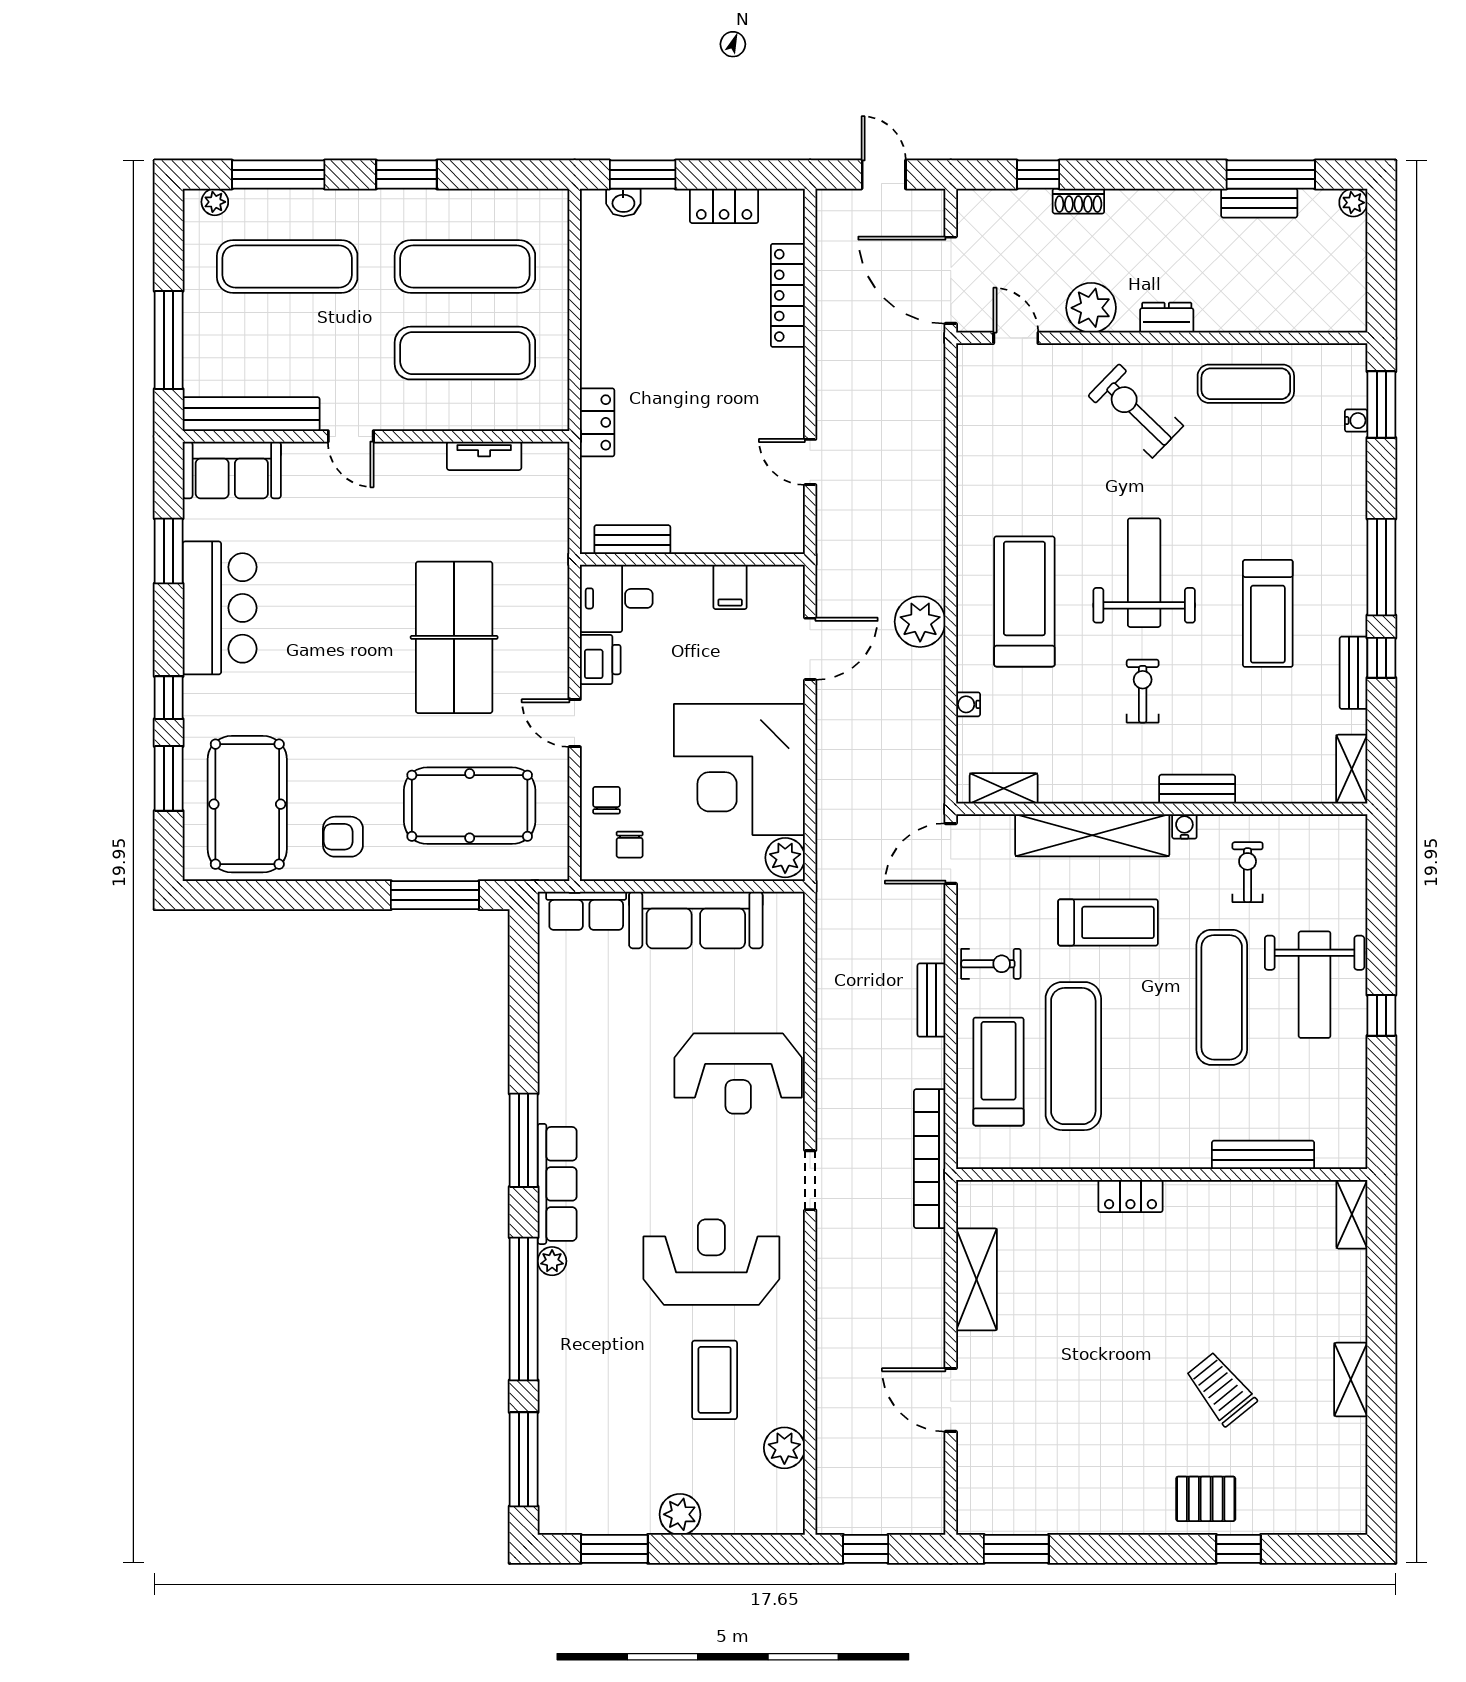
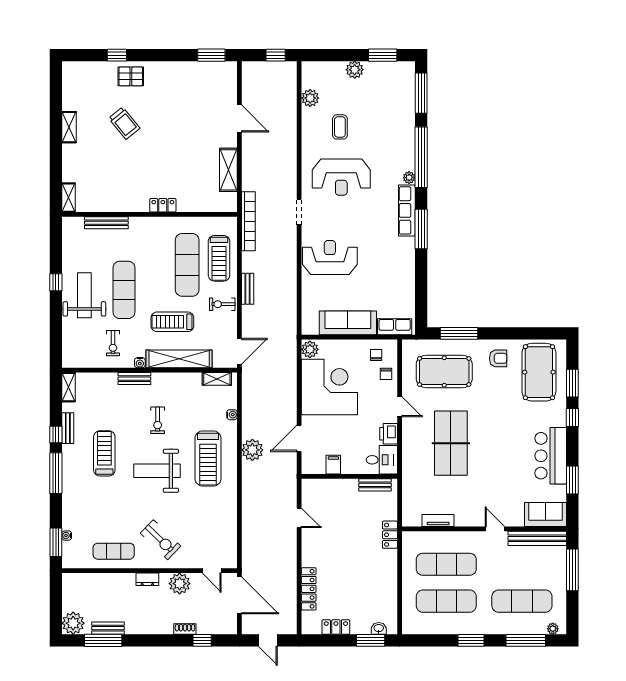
plant: (1353, 203) -> (73, 623), width x1.88, depth x1.88
weight bench: (1144, 573) -> (157, 471), turned 90
coffee table: (715, 1380) -> (340, 127), width x0.73, depth x0.77

